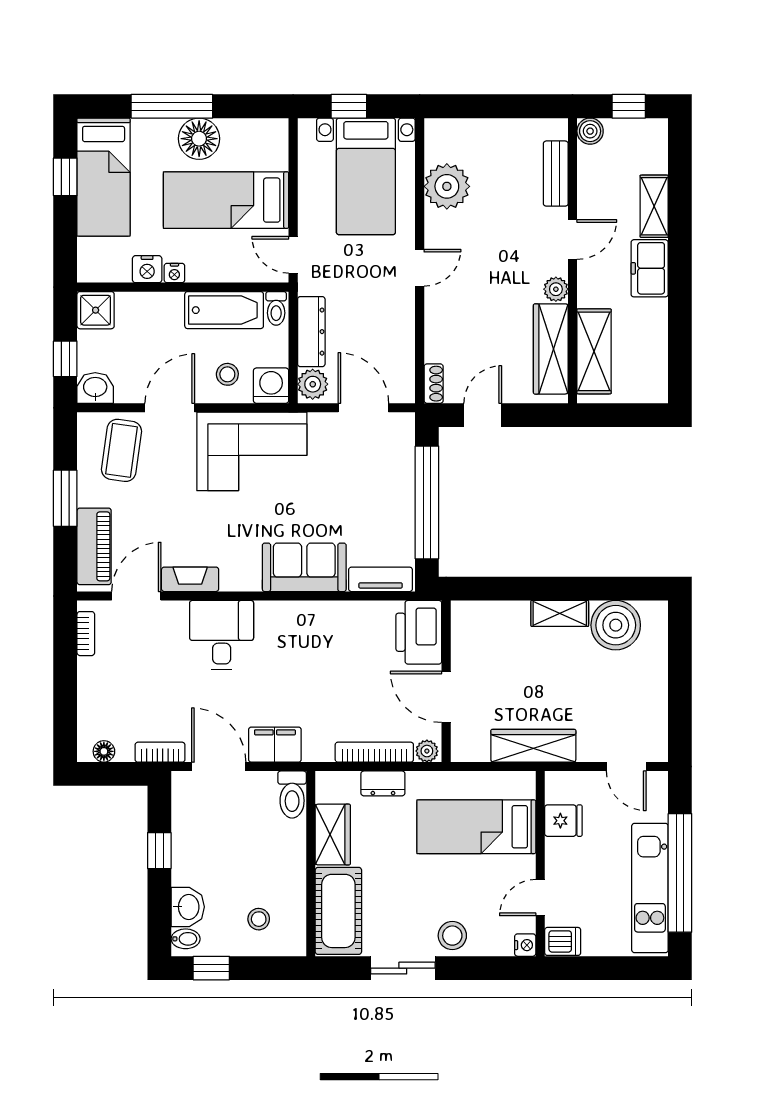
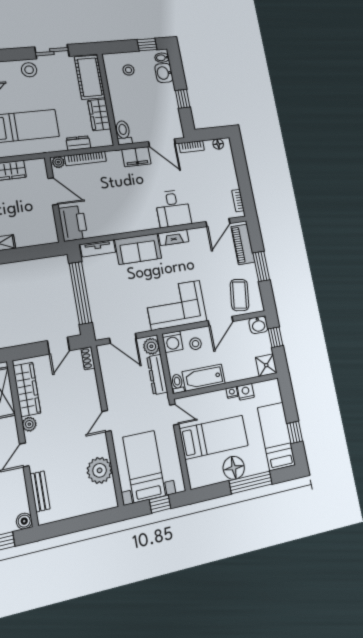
fireplace: (190, 579) -> (174, 237), moved

